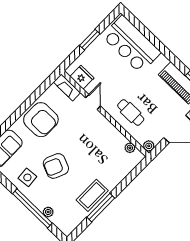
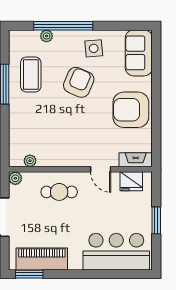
coffee table: (92, 195) -> (31, 74), moved

